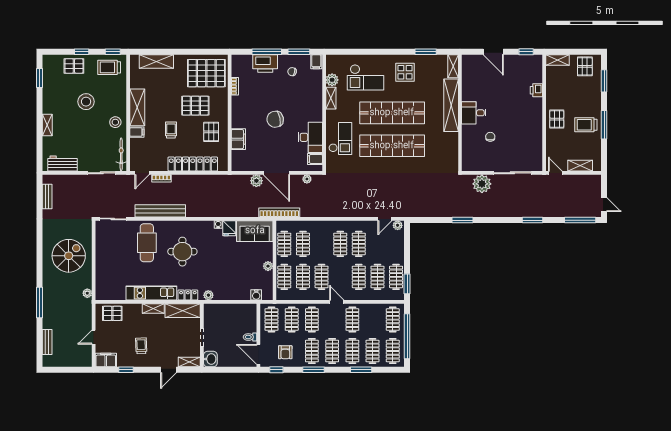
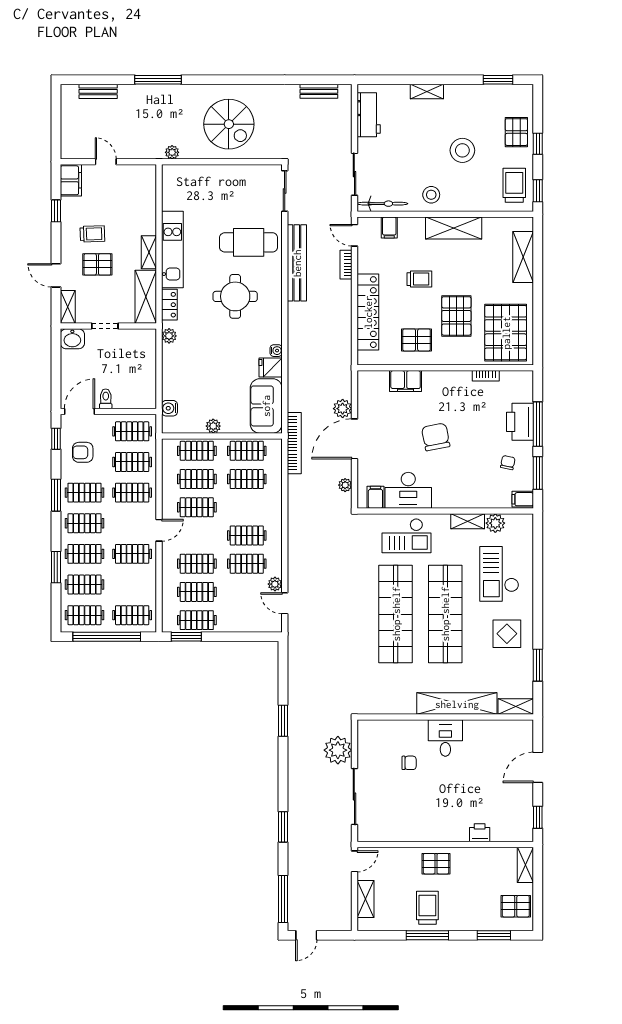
filing cabinet: (137, 132) -> (389, 227), moved
plant: (398, 225) -> (275, 584), moved
pallet: (112, 313) -> (97, 264), moved, turned 90

